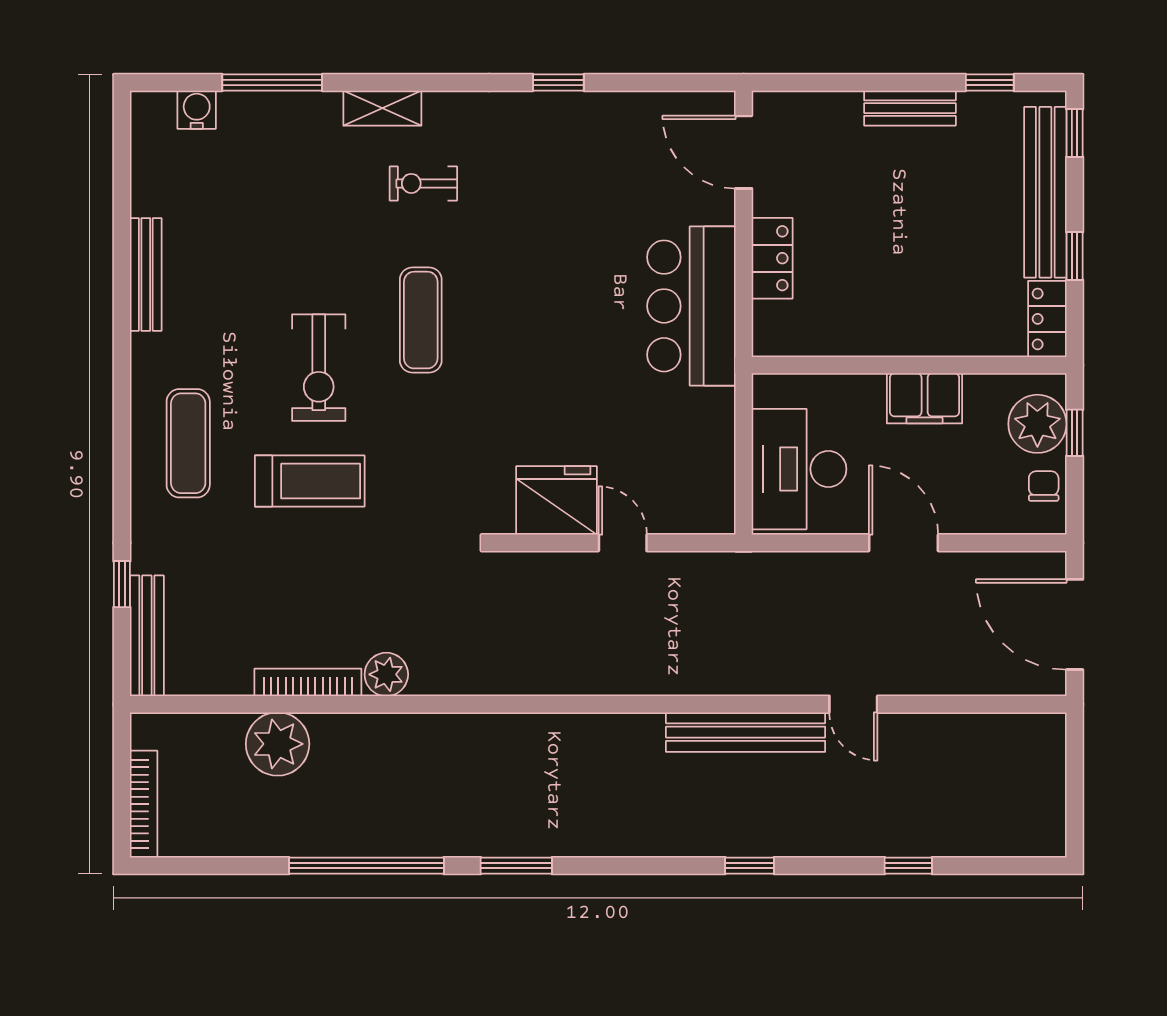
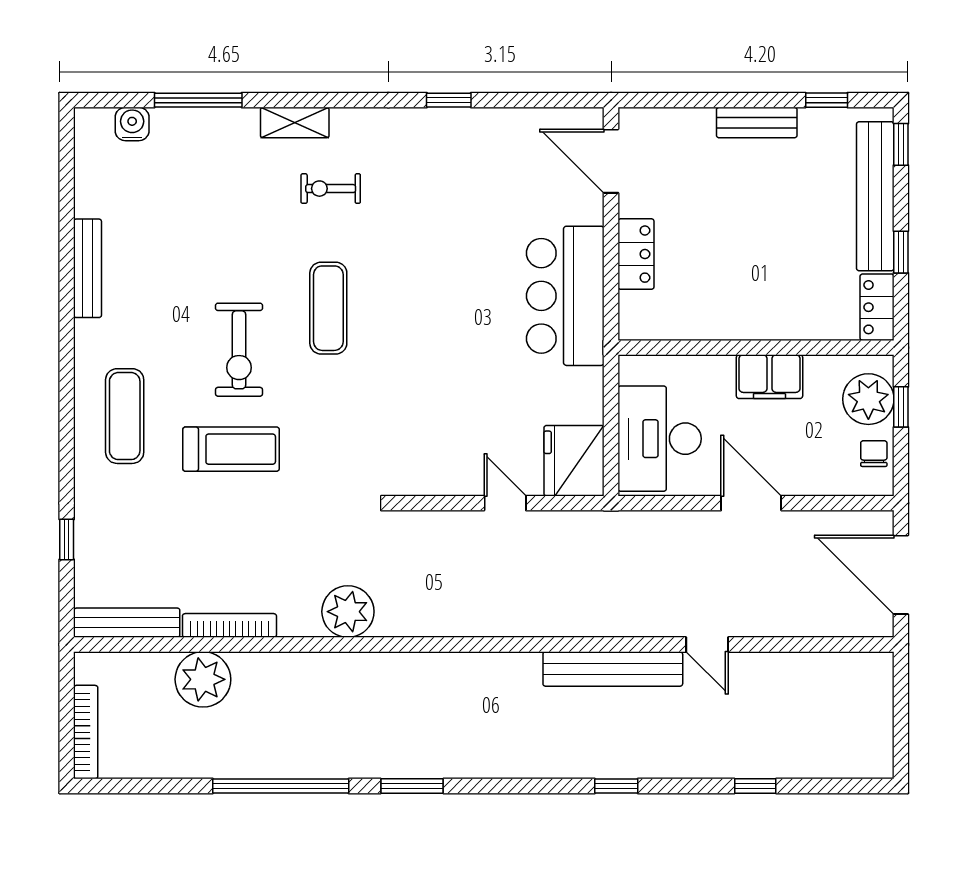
fridge: (556, 500) -> (574, 461), moved, turned -90
bench: (147, 636) -> (127, 623), moved, turned 90
plant: (386, 674) -> (348, 612), moved, width x1.36, depth x1.36

